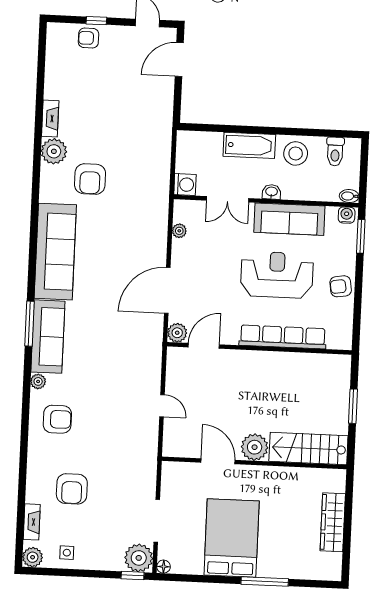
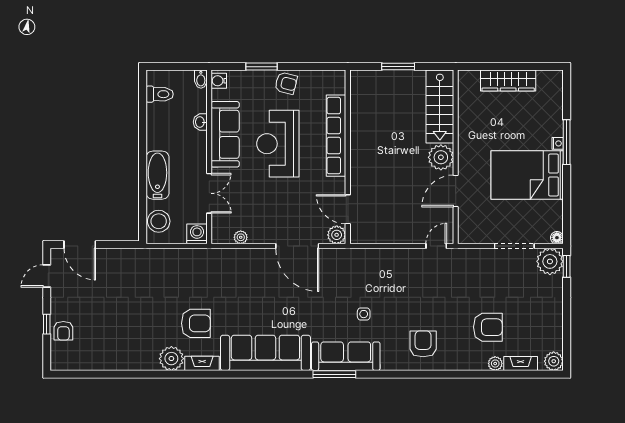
fireplace: (50, 118) -> (202, 363), moved
stool: (296, 153) -> (159, 221), moved
washbasin: (272, 192) -> (200, 122), moved
window: (361, 236) -> (262, 67), moved
armchair: (341, 286) -> (286, 83), turned -67
plant: (38, 381) -> (495, 364), moved
door: (162, 406) -> (436, 246), moved
side table: (67, 553) -> (364, 314), moved
nightstand: (264, 572) -> (558, 143), added

